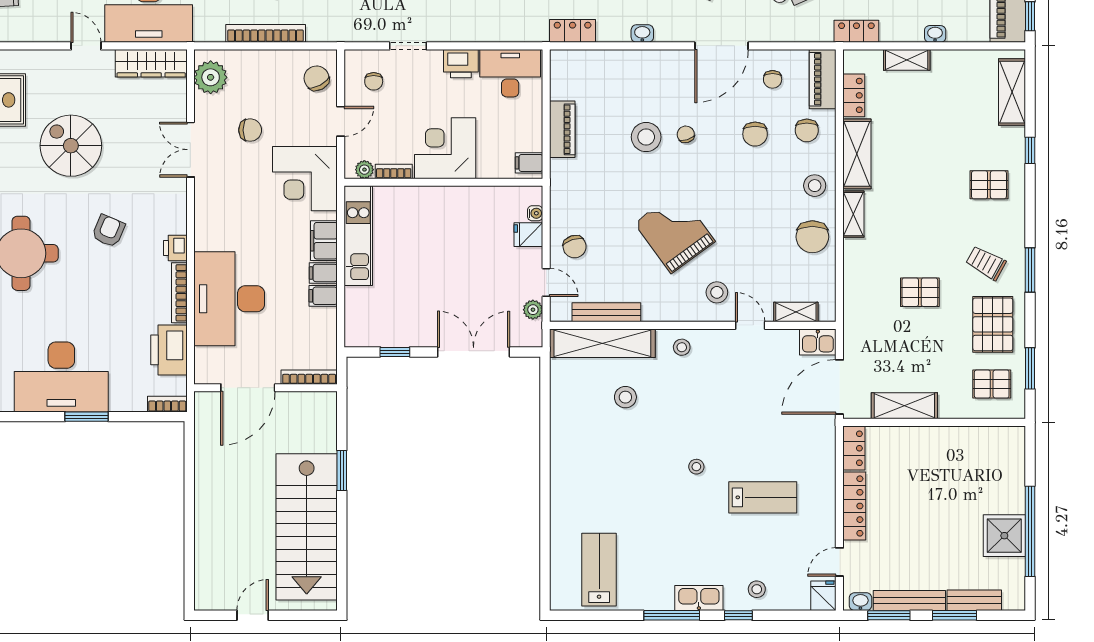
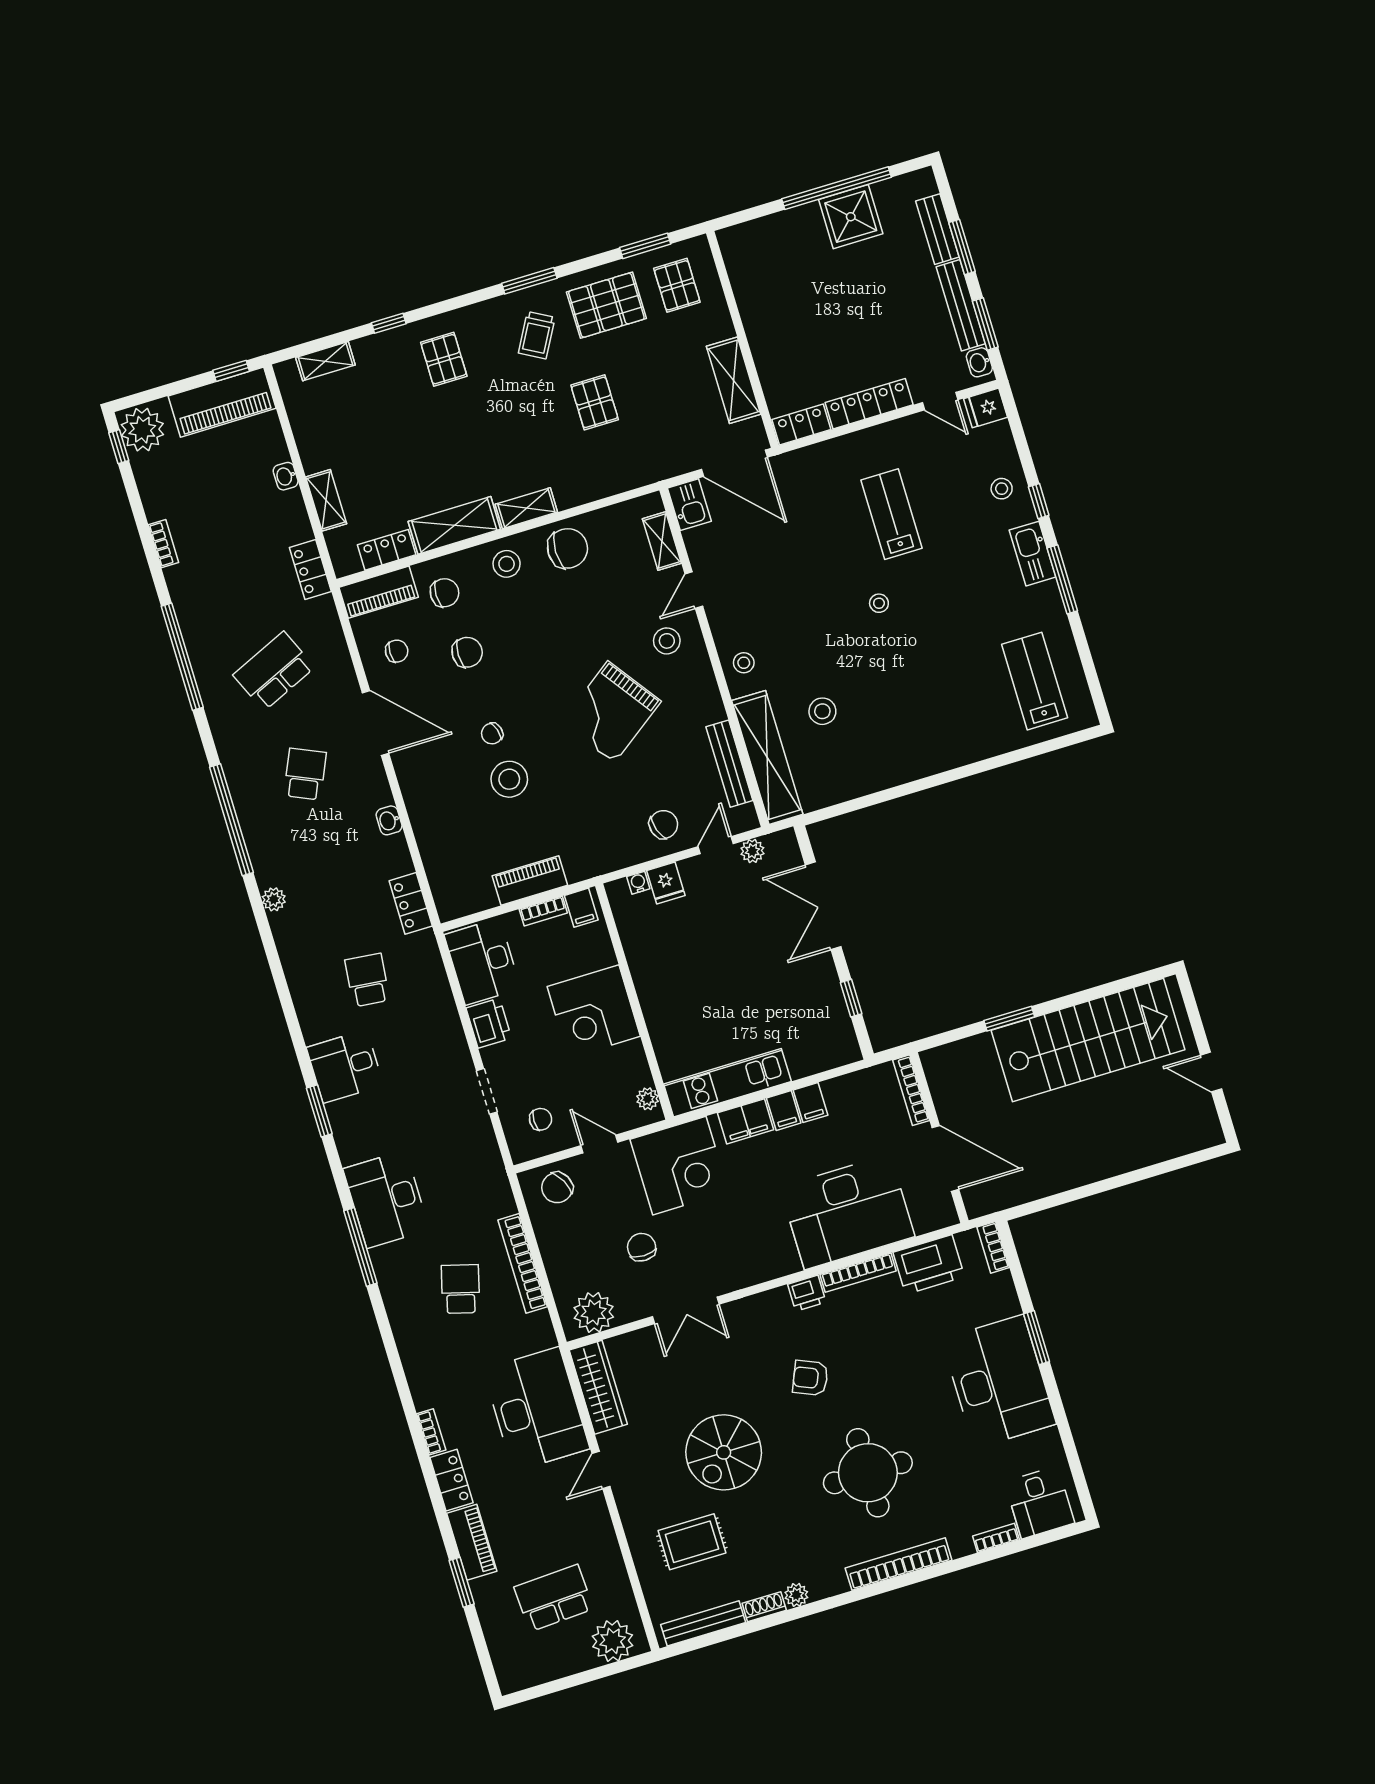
shelving: (1012, 92) -> (325, 361), width x0.67, depth x0.75
bookcase: (394, 171) -> (543, 911), moved, turned -90
lab bench: (599, 570) -> (1035, 681), turned 90

